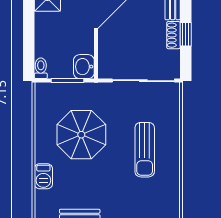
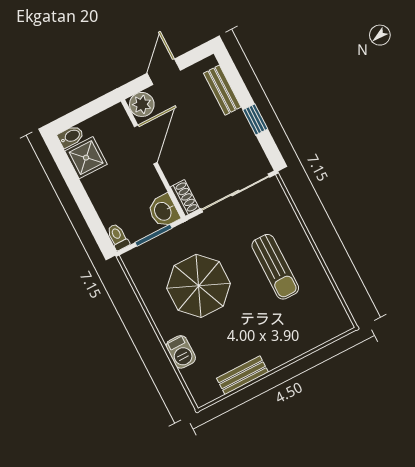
shoe rack: (173, 35) -> (185, 198), moved, turned 180

